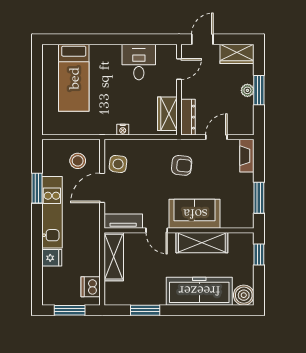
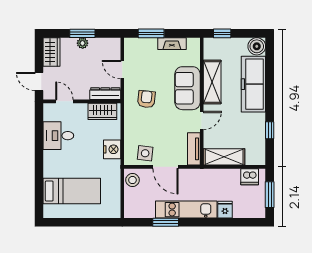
nightstand: (123, 130) -> (112, 149), width x1.89, depth x1.79
fireplace: (247, 156) -> (172, 44), moved
stool: (78, 161) -> (132, 180), moved
window: (259, 198) -> (151, 33), moved
window: (145, 310) -> (270, 130), width x0.67

